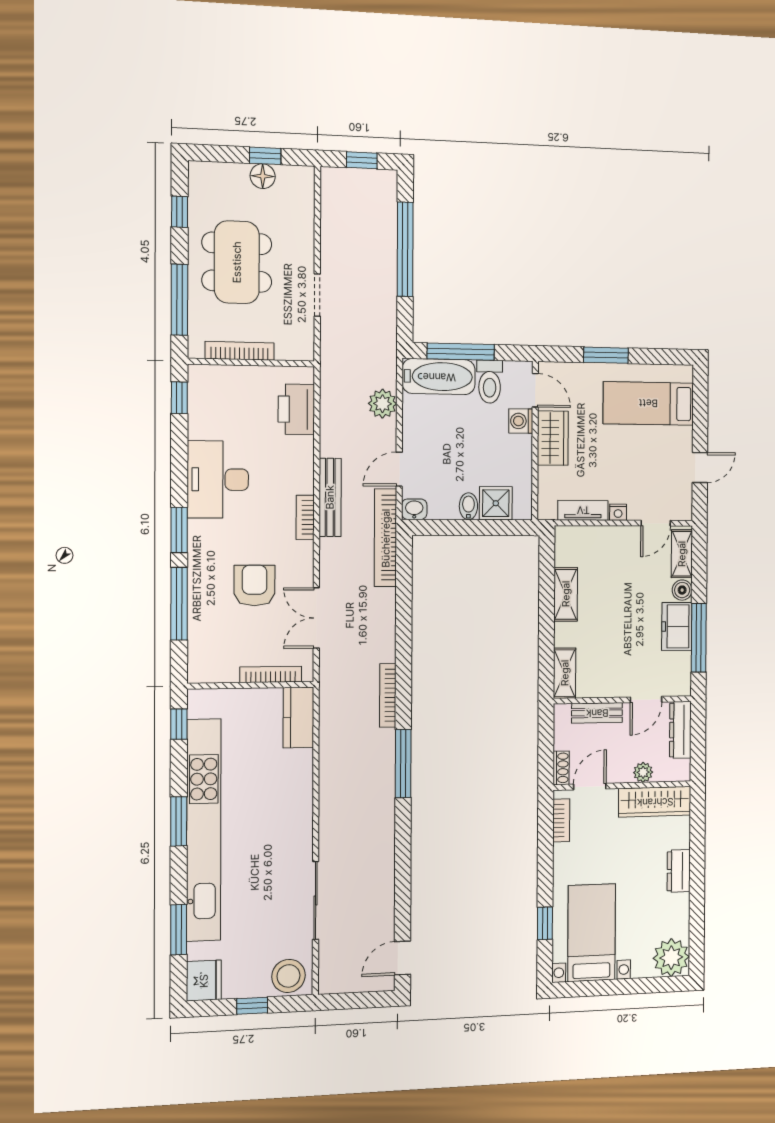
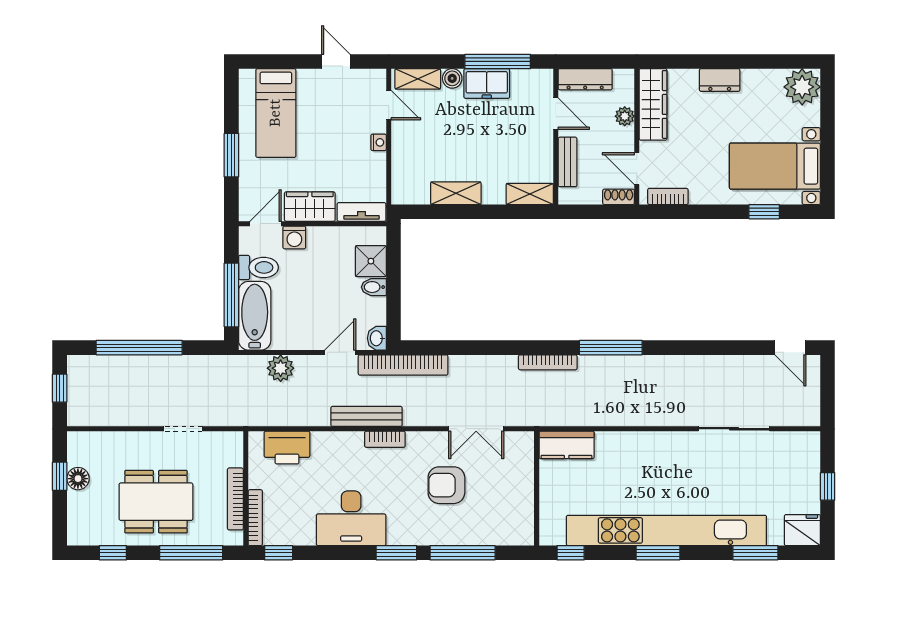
door: (399, 469) -> (340, 352), swing flipped
tv unit: (583, 510) -> (361, 212), moved, turned 90
bookcase: (271, 674) -> (255, 518), moved, turned 180
stool: (288, 976) -> (802, 453), removed

